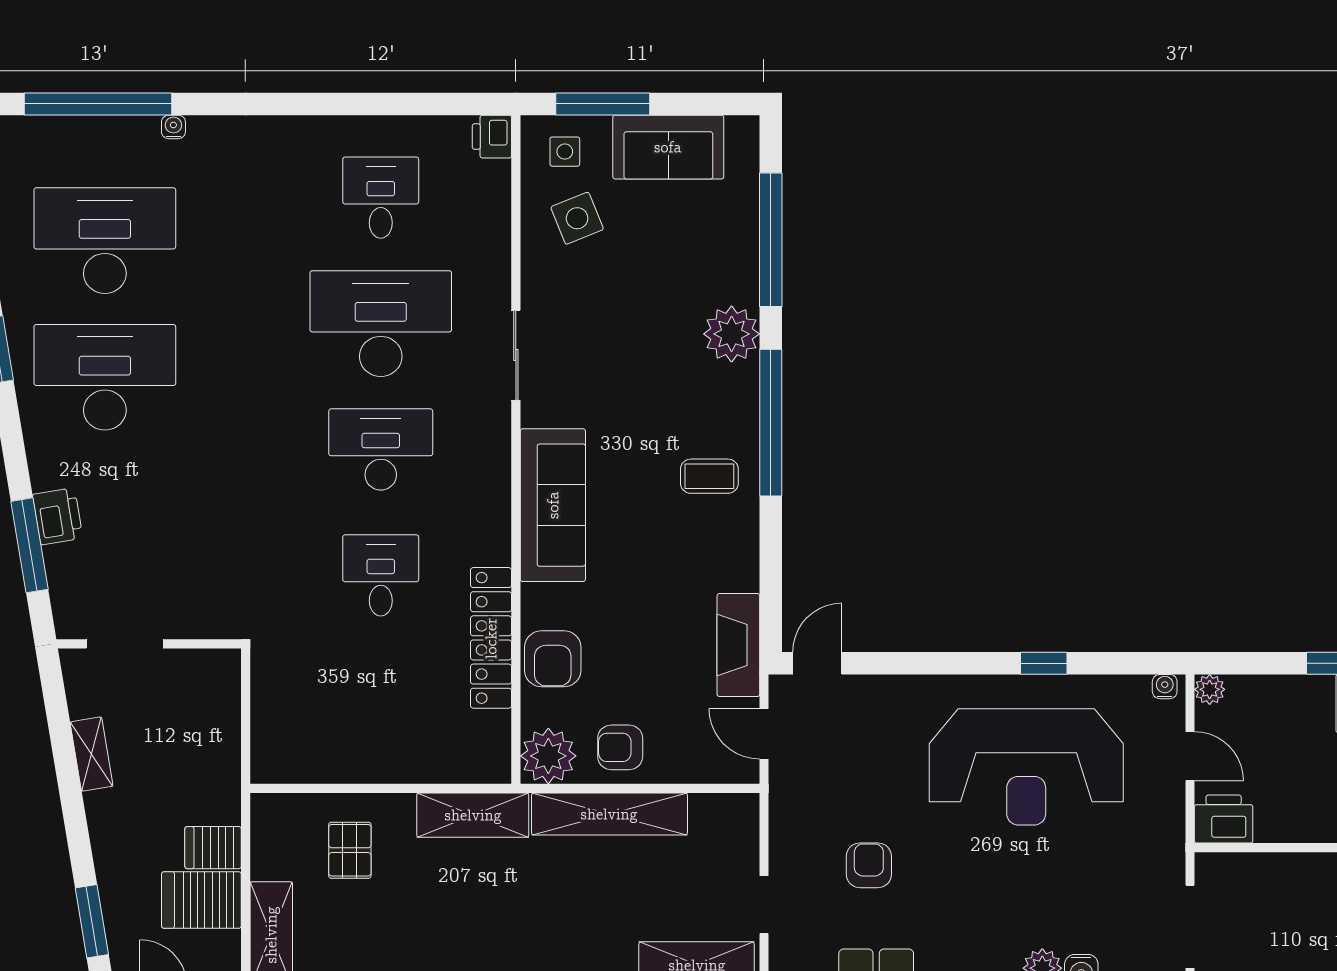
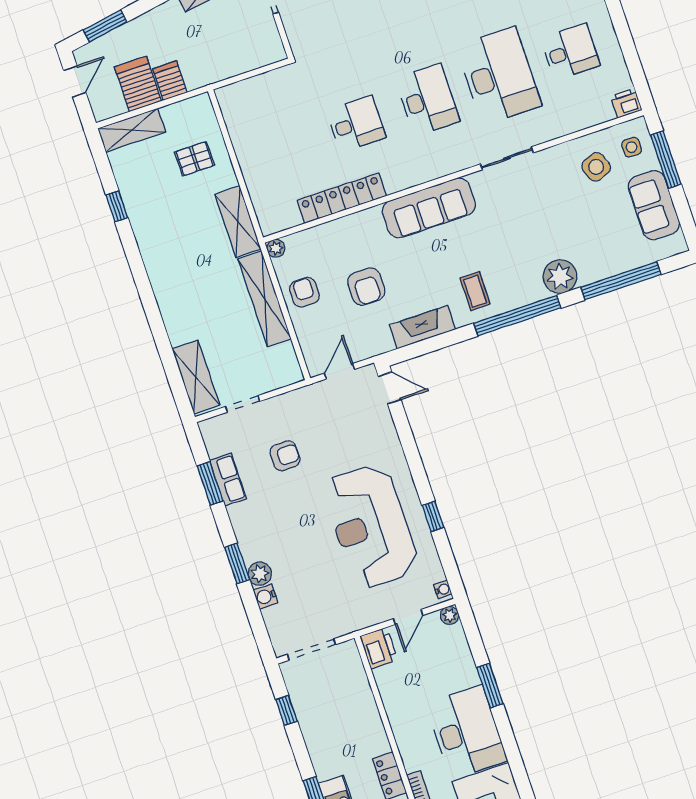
fireplace: (738, 645) -> (422, 327), moved
armchair: (553, 659) -> (366, 287), moved, turned -90
plant: (548, 756) -> (276, 248), width x0.53, depth x0.53

